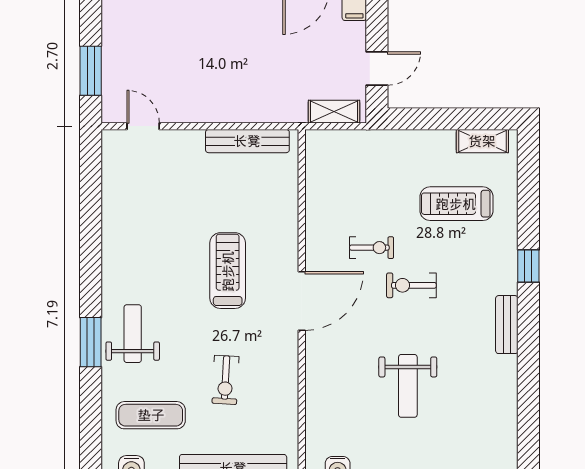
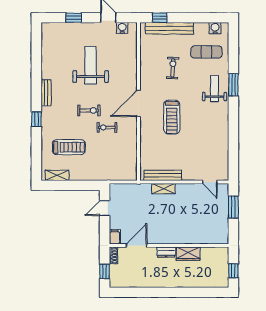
shelving: (334, 112) -> (163, 189), moved
weight bench: (133, 334) -> (214, 89), turned 180
weight bench: (408, 386) -> (91, 65), width x1.36, depth x1.33

